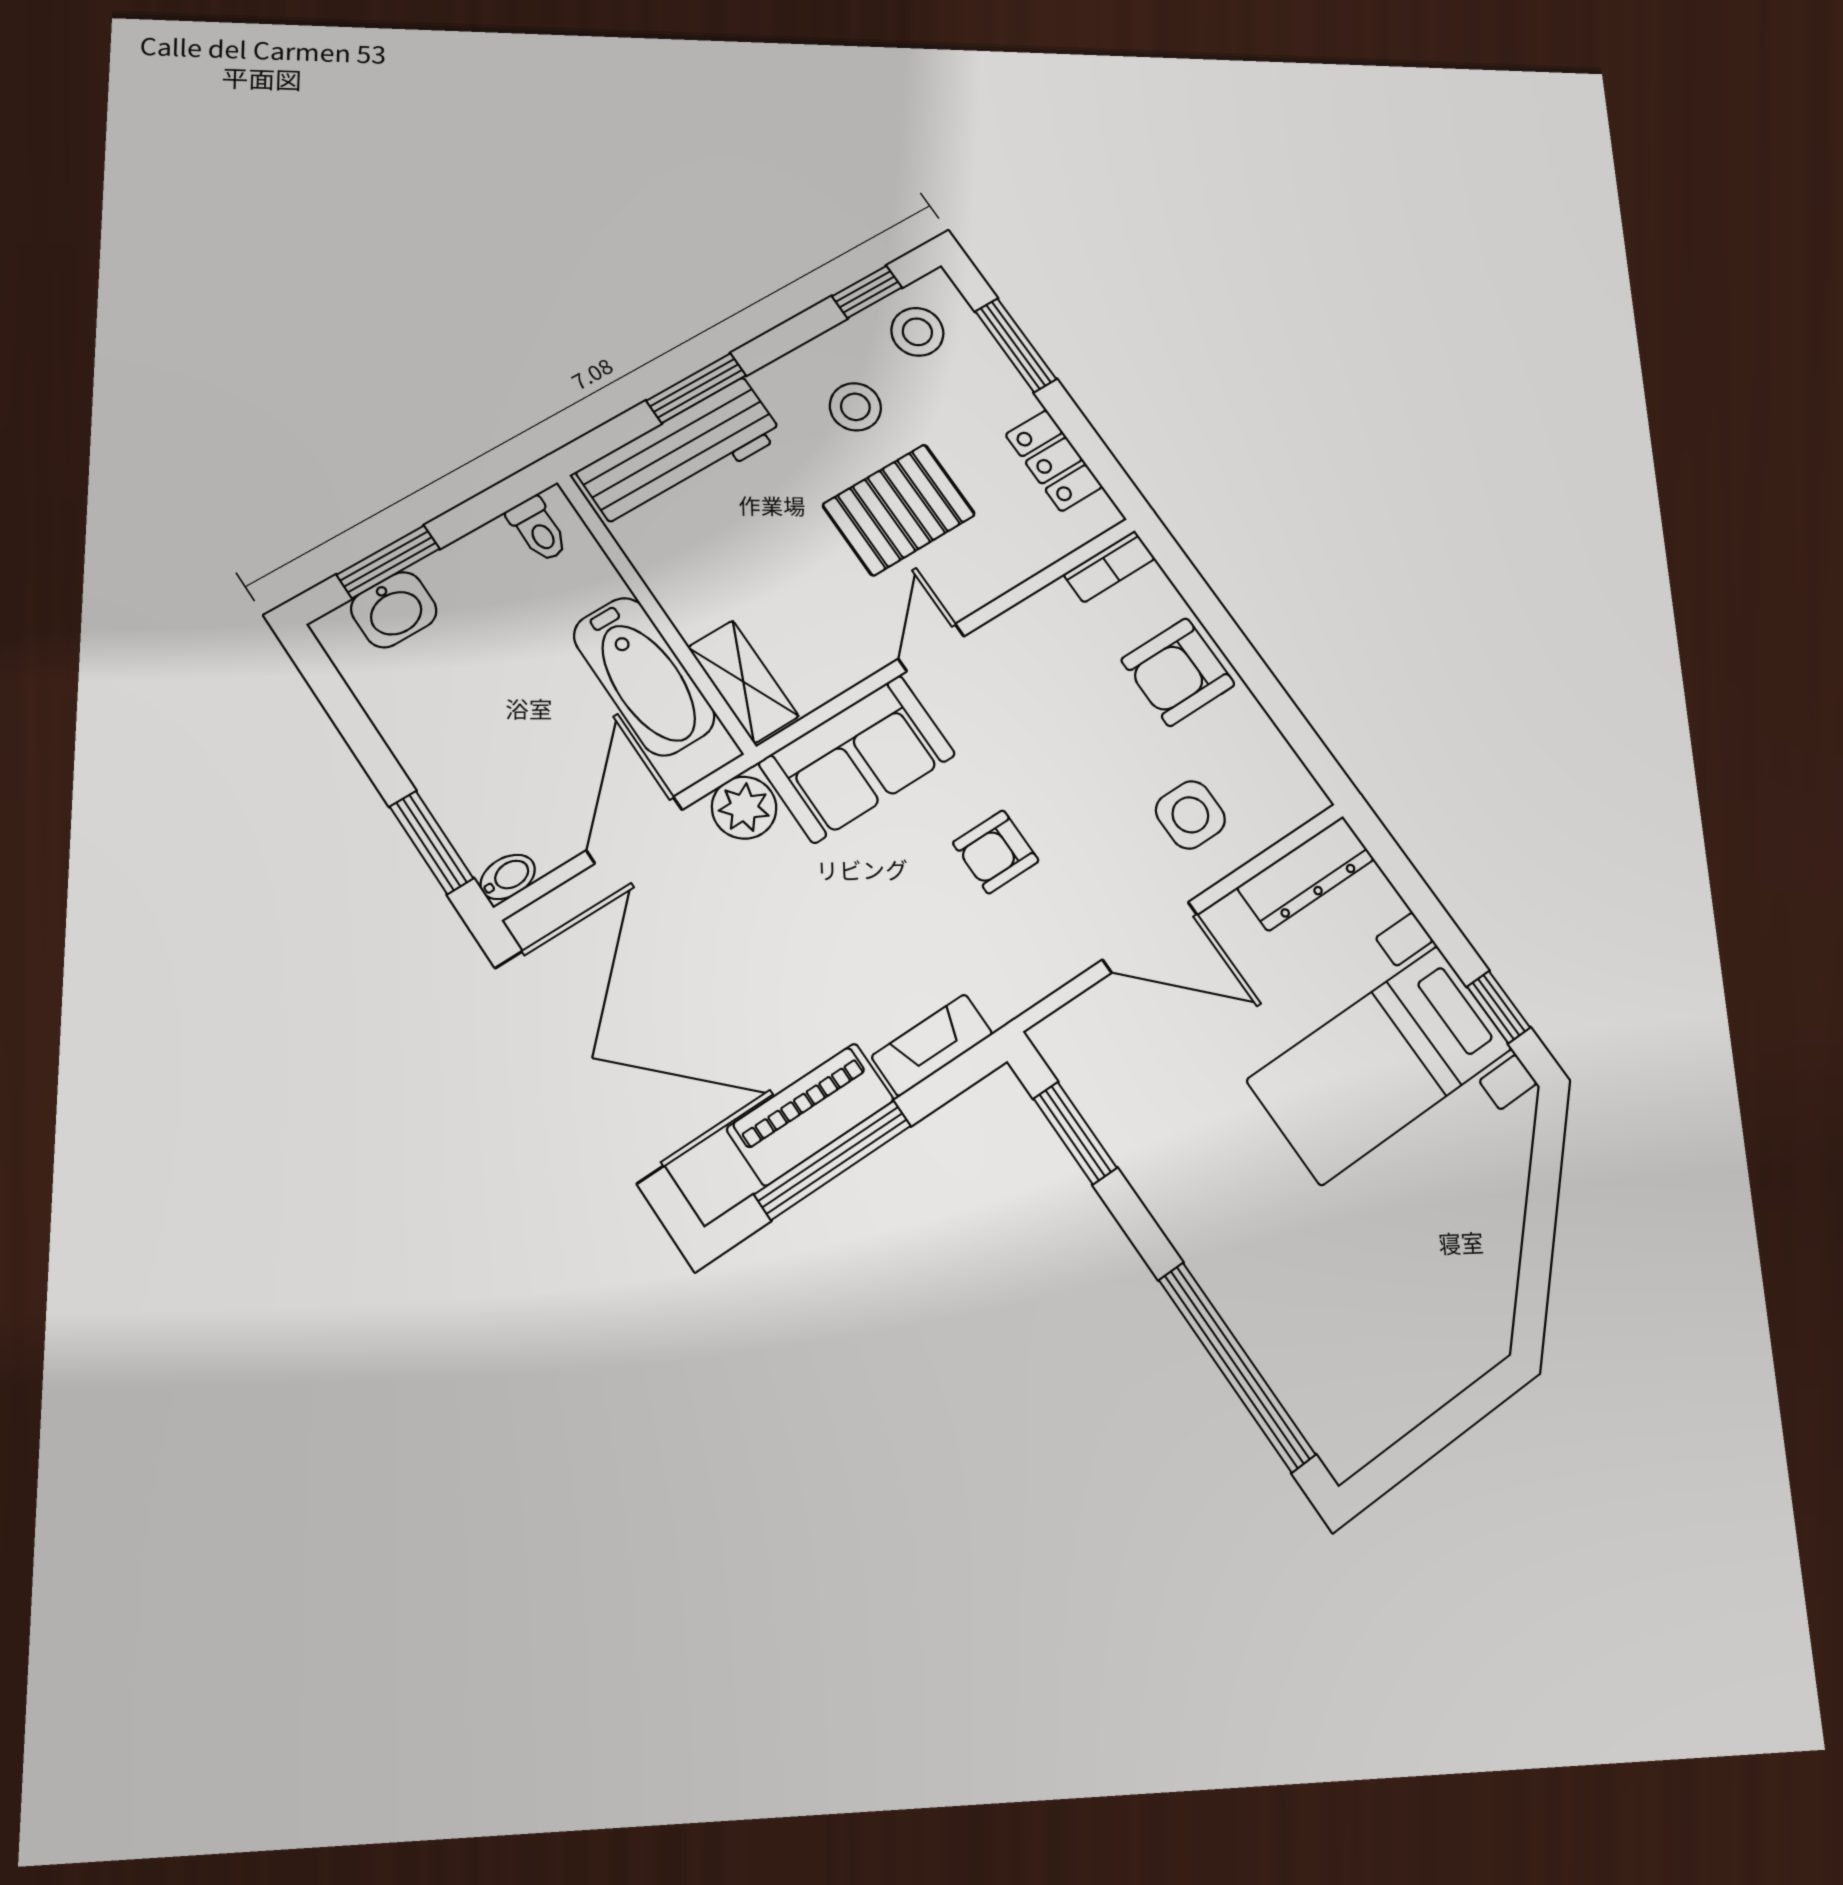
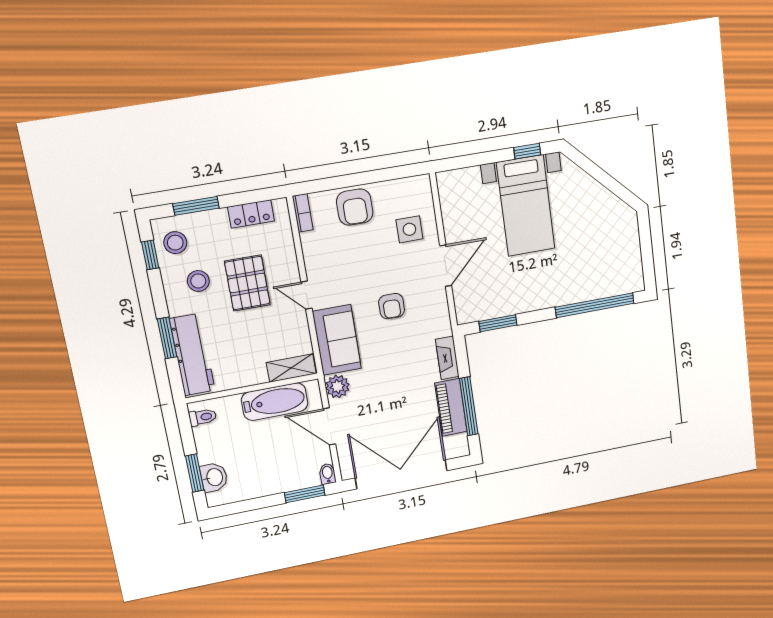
dresser: (1306, 873) -> (449, 197), removed

